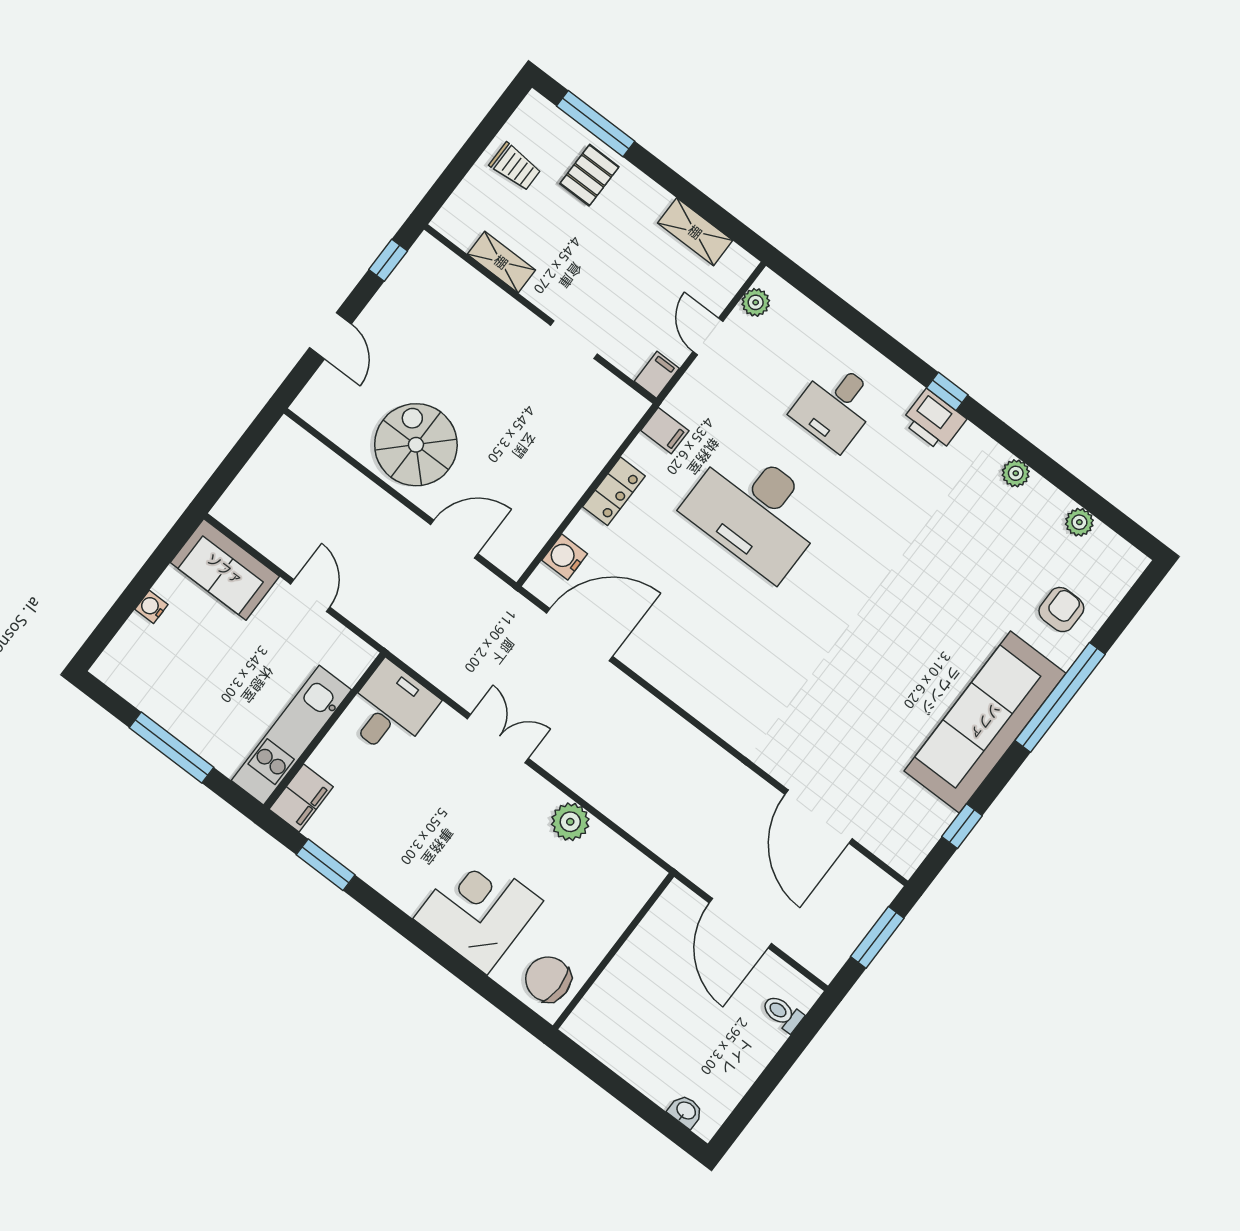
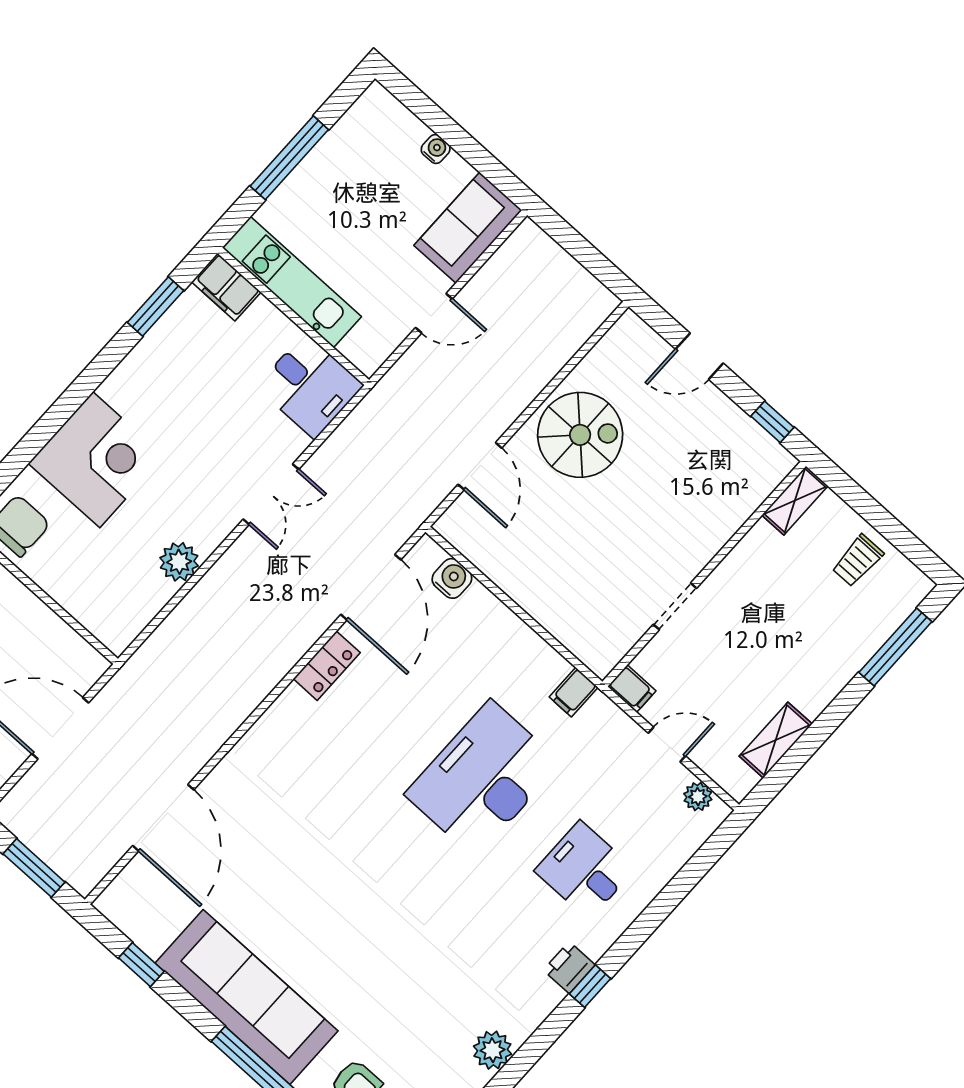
pallet: (589, 175) -> (843, 636), removed
shelving: (501, 262) -> (795, 500), moved
printer: (934, 420) -> (569, 968), width x0.73, depth x0.81
plant: (1016, 473) -> (492, 1050), width x1.38, depth x1.38
locker: (614, 491) -> (327, 666), moved, turned -90
door: (819, 817) -> (163, 818), swing flipped

